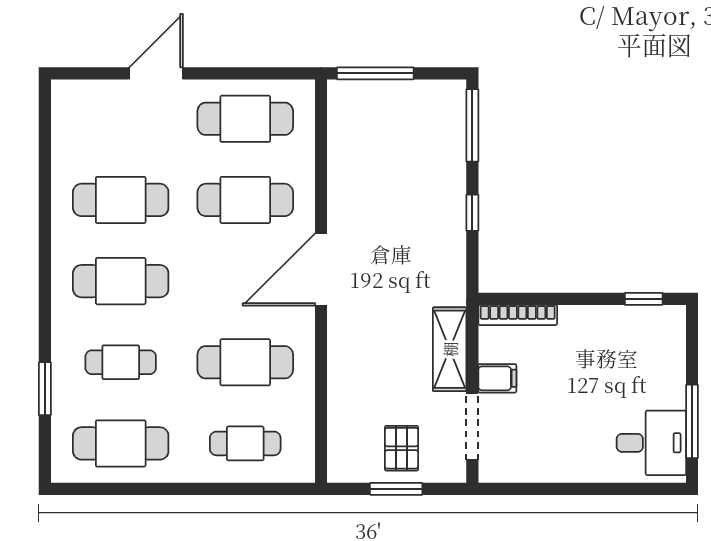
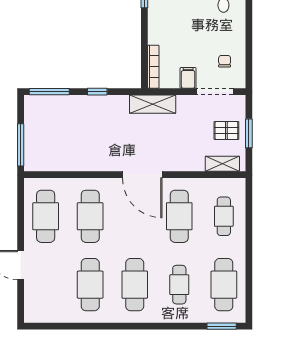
door: (321, 270) -> (142, 175), moved
shelving: (450, 349) -> (153, 104), moved
window: (45, 389) -> (222, 326), moved
shelving: (341, 441) -> (222, 164), added
chair: (528, 445) -> (225, 61), added

